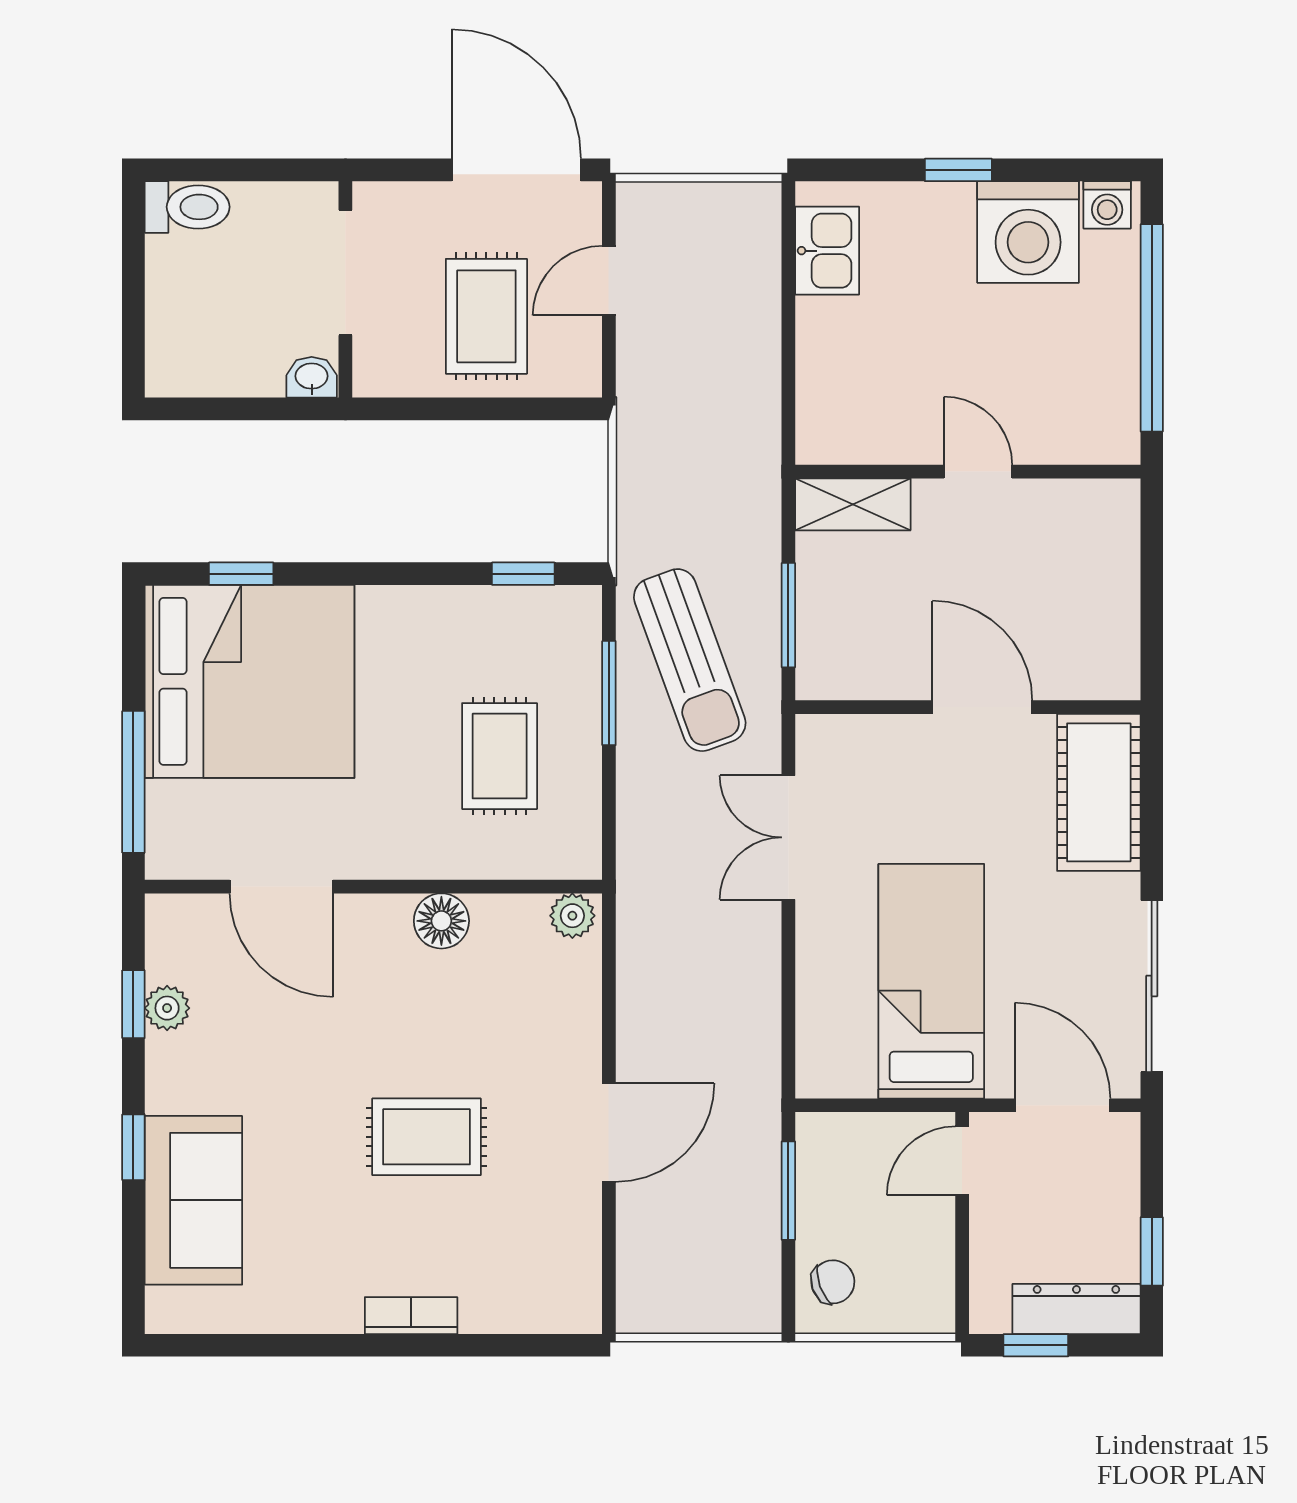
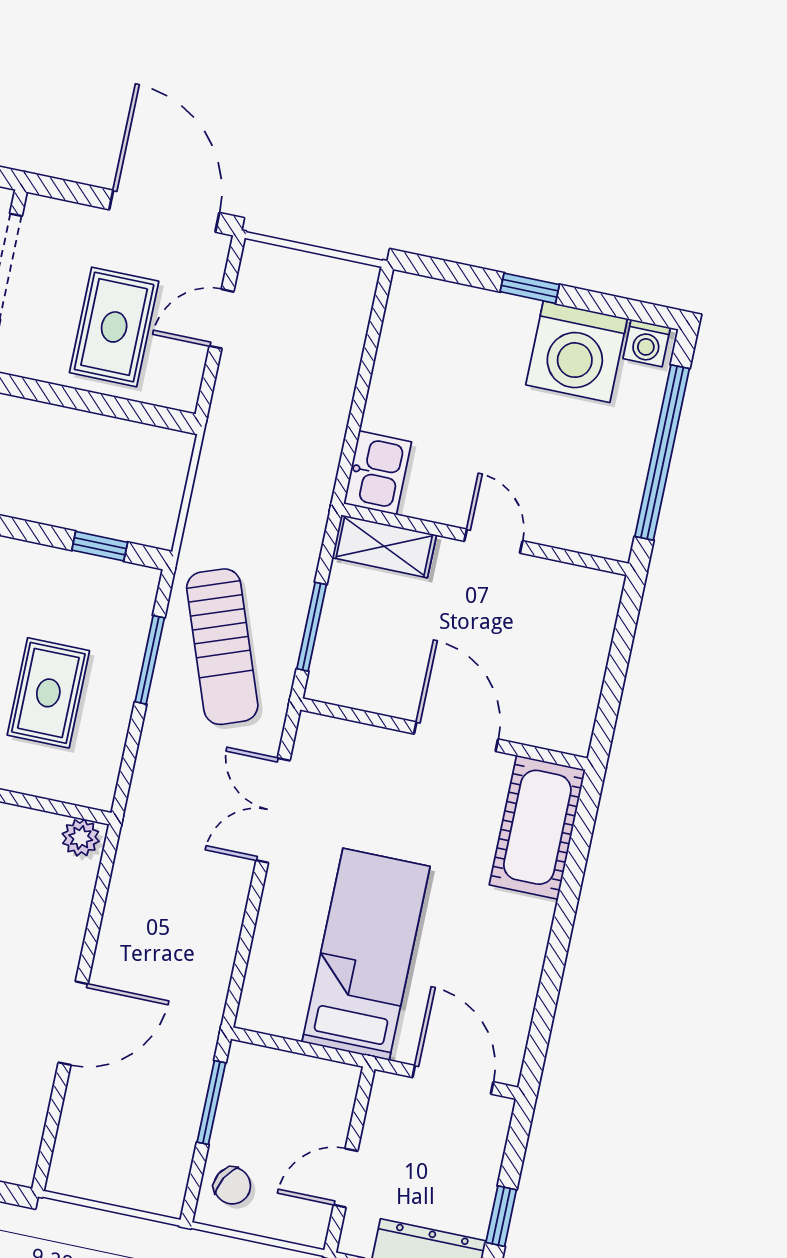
kitchen sink: (827, 251) -> (378, 473), moved
sliding door: (1152, 986) -> (547, 997), removed
door: (962, 1161) -> (346, 1178), moved
chair: (833, 1282) -> (232, 1186), turned 49

